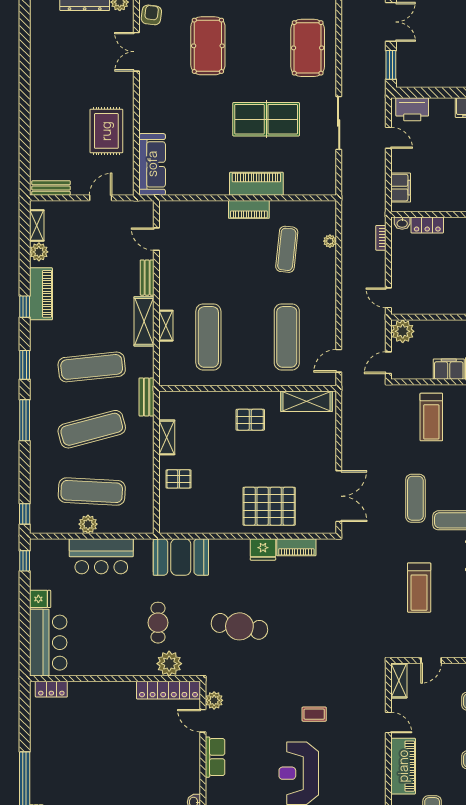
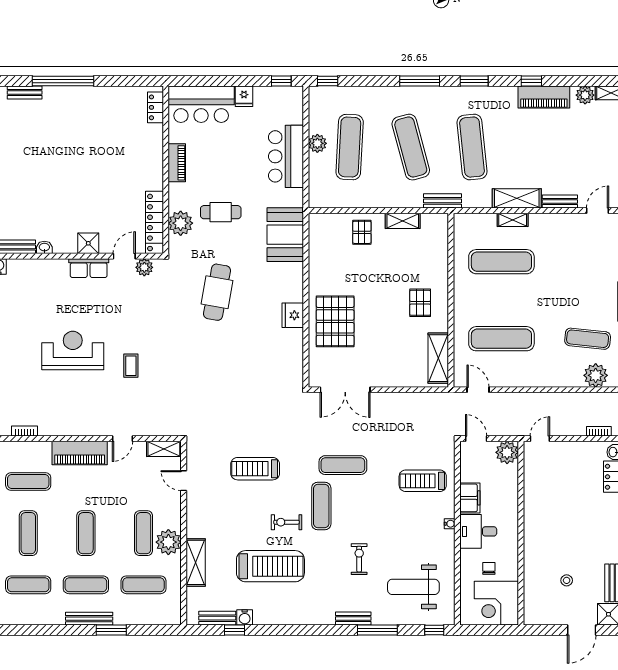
plant: (330, 241) -> (596, 375), width x1.88, depth x1.88
piano: (296, 547) -> (177, 163), moved, turned 180
shower: (190, 757) -> (88, 243), added

